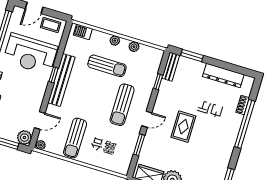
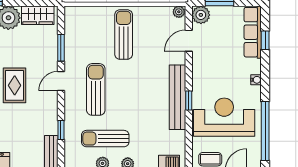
sun lounger: (107, 66) -> (105, 139), moved
sun lounger: (75, 138) -> (124, 35), moved

